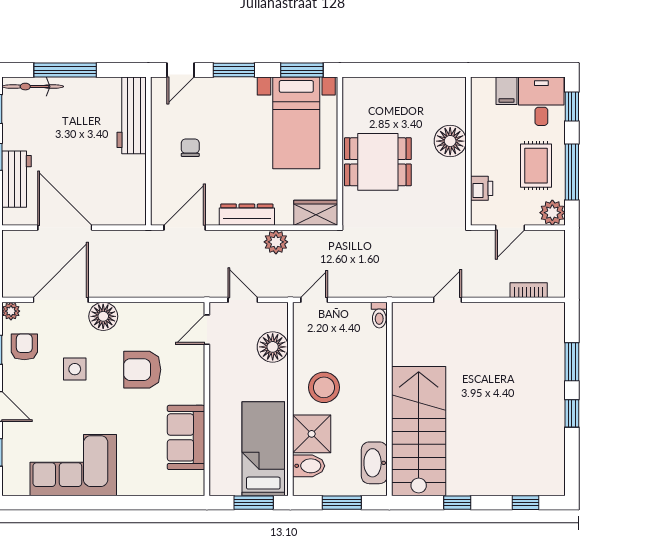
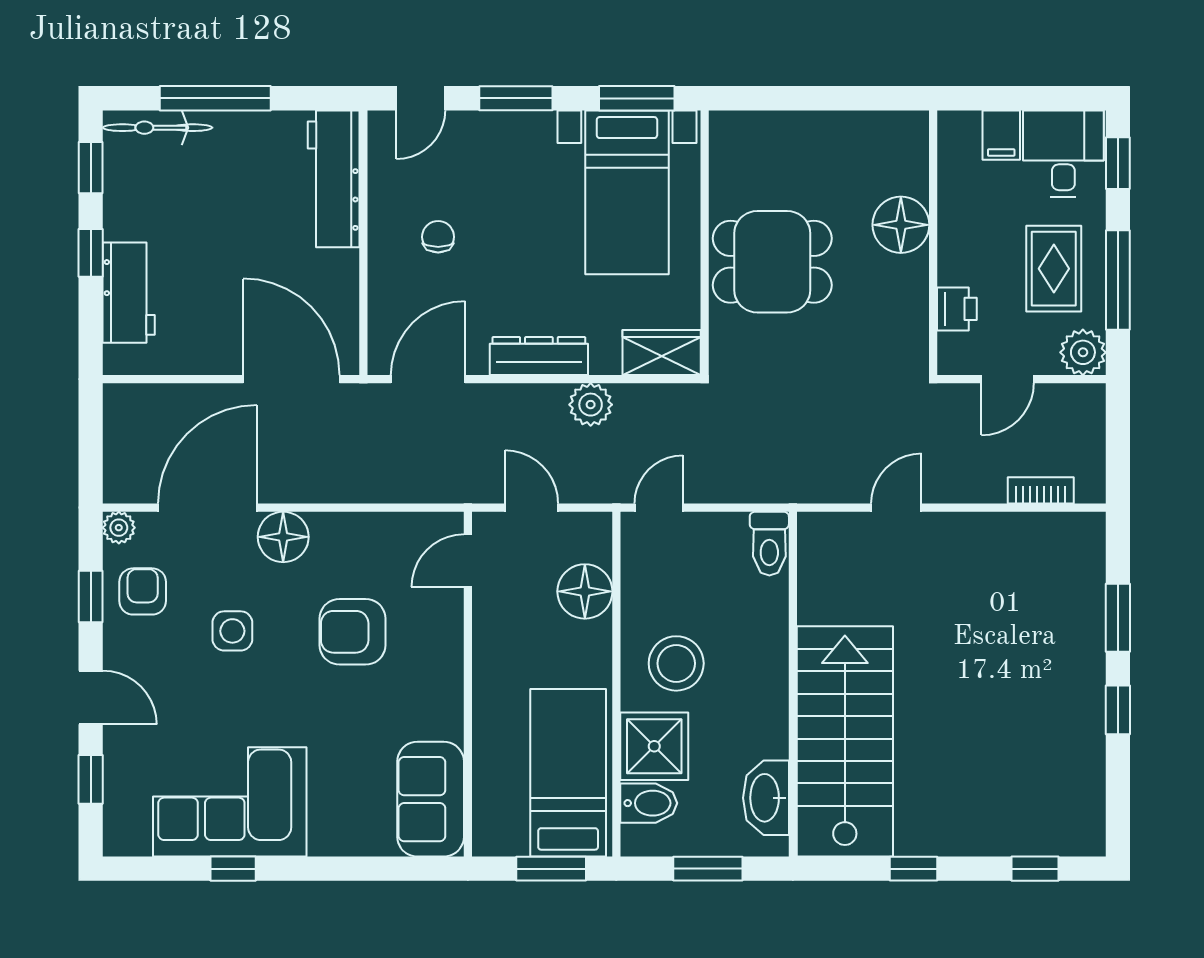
door: (65, 228) -> (291, 379), moved
toilet: (379, 315) -> (769, 544), width x1.37, depth x1.39
sofa: (186, 437) -> (431, 799), moved
window: (75, 503) -> (233, 869), added

